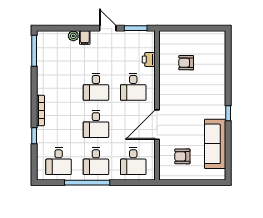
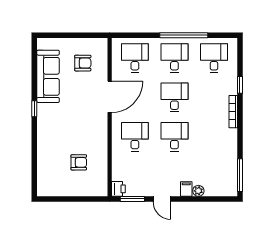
printer: (149, 59) -> (118, 189), moved

